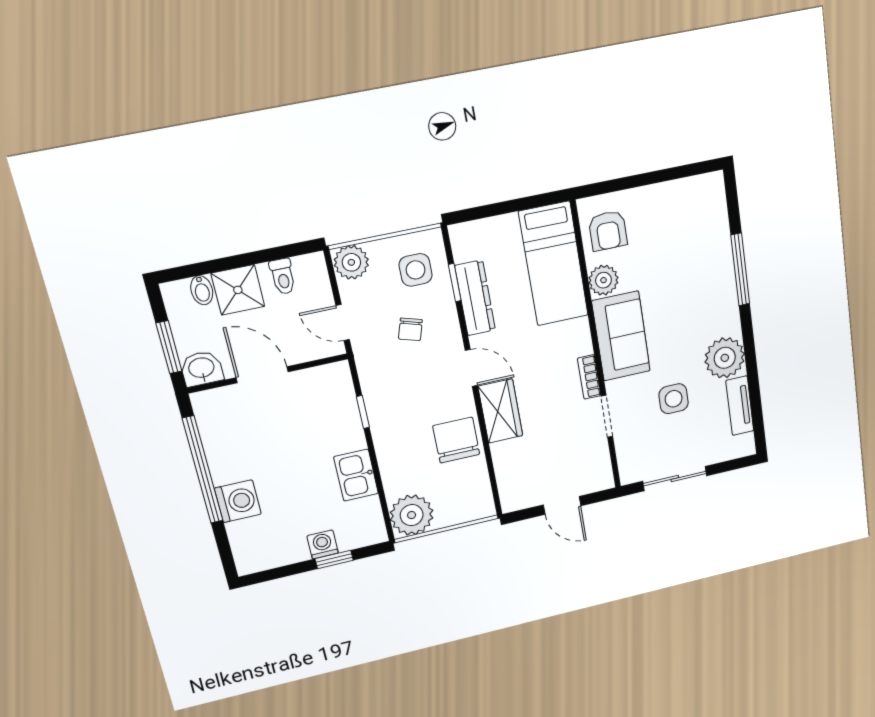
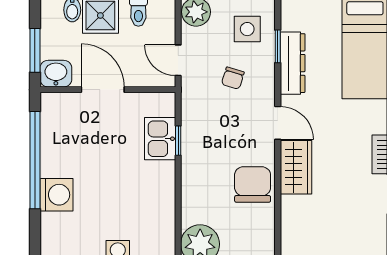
kitchen sink: (356, 475) -> (160, 139), moved

